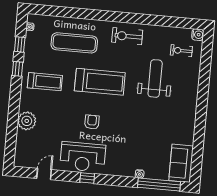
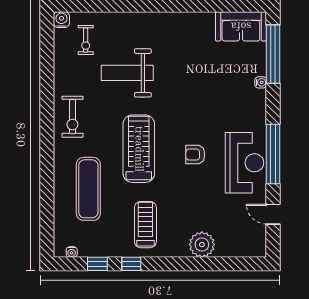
window: (87, 178) -> (273, 154), width x3.17

